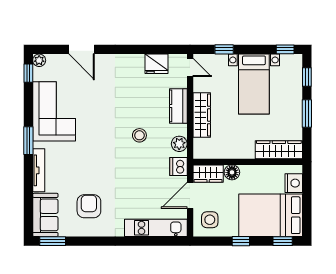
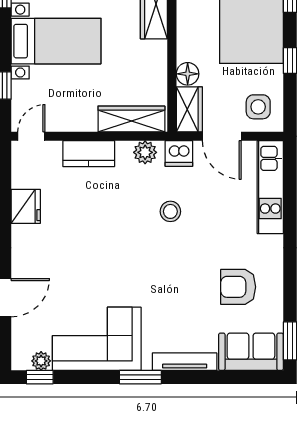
plant: (39, 60) -> (41, 361), moved
fridge: (156, 64) -> (26, 206), moved
wardrobe: (202, 115) -> (131, 119), moved
stool: (139, 135) -> (170, 211), moved

